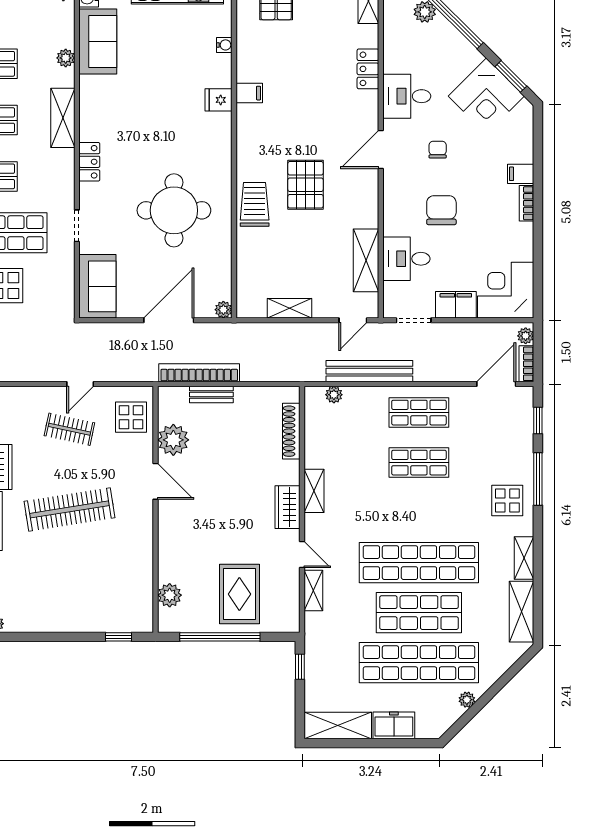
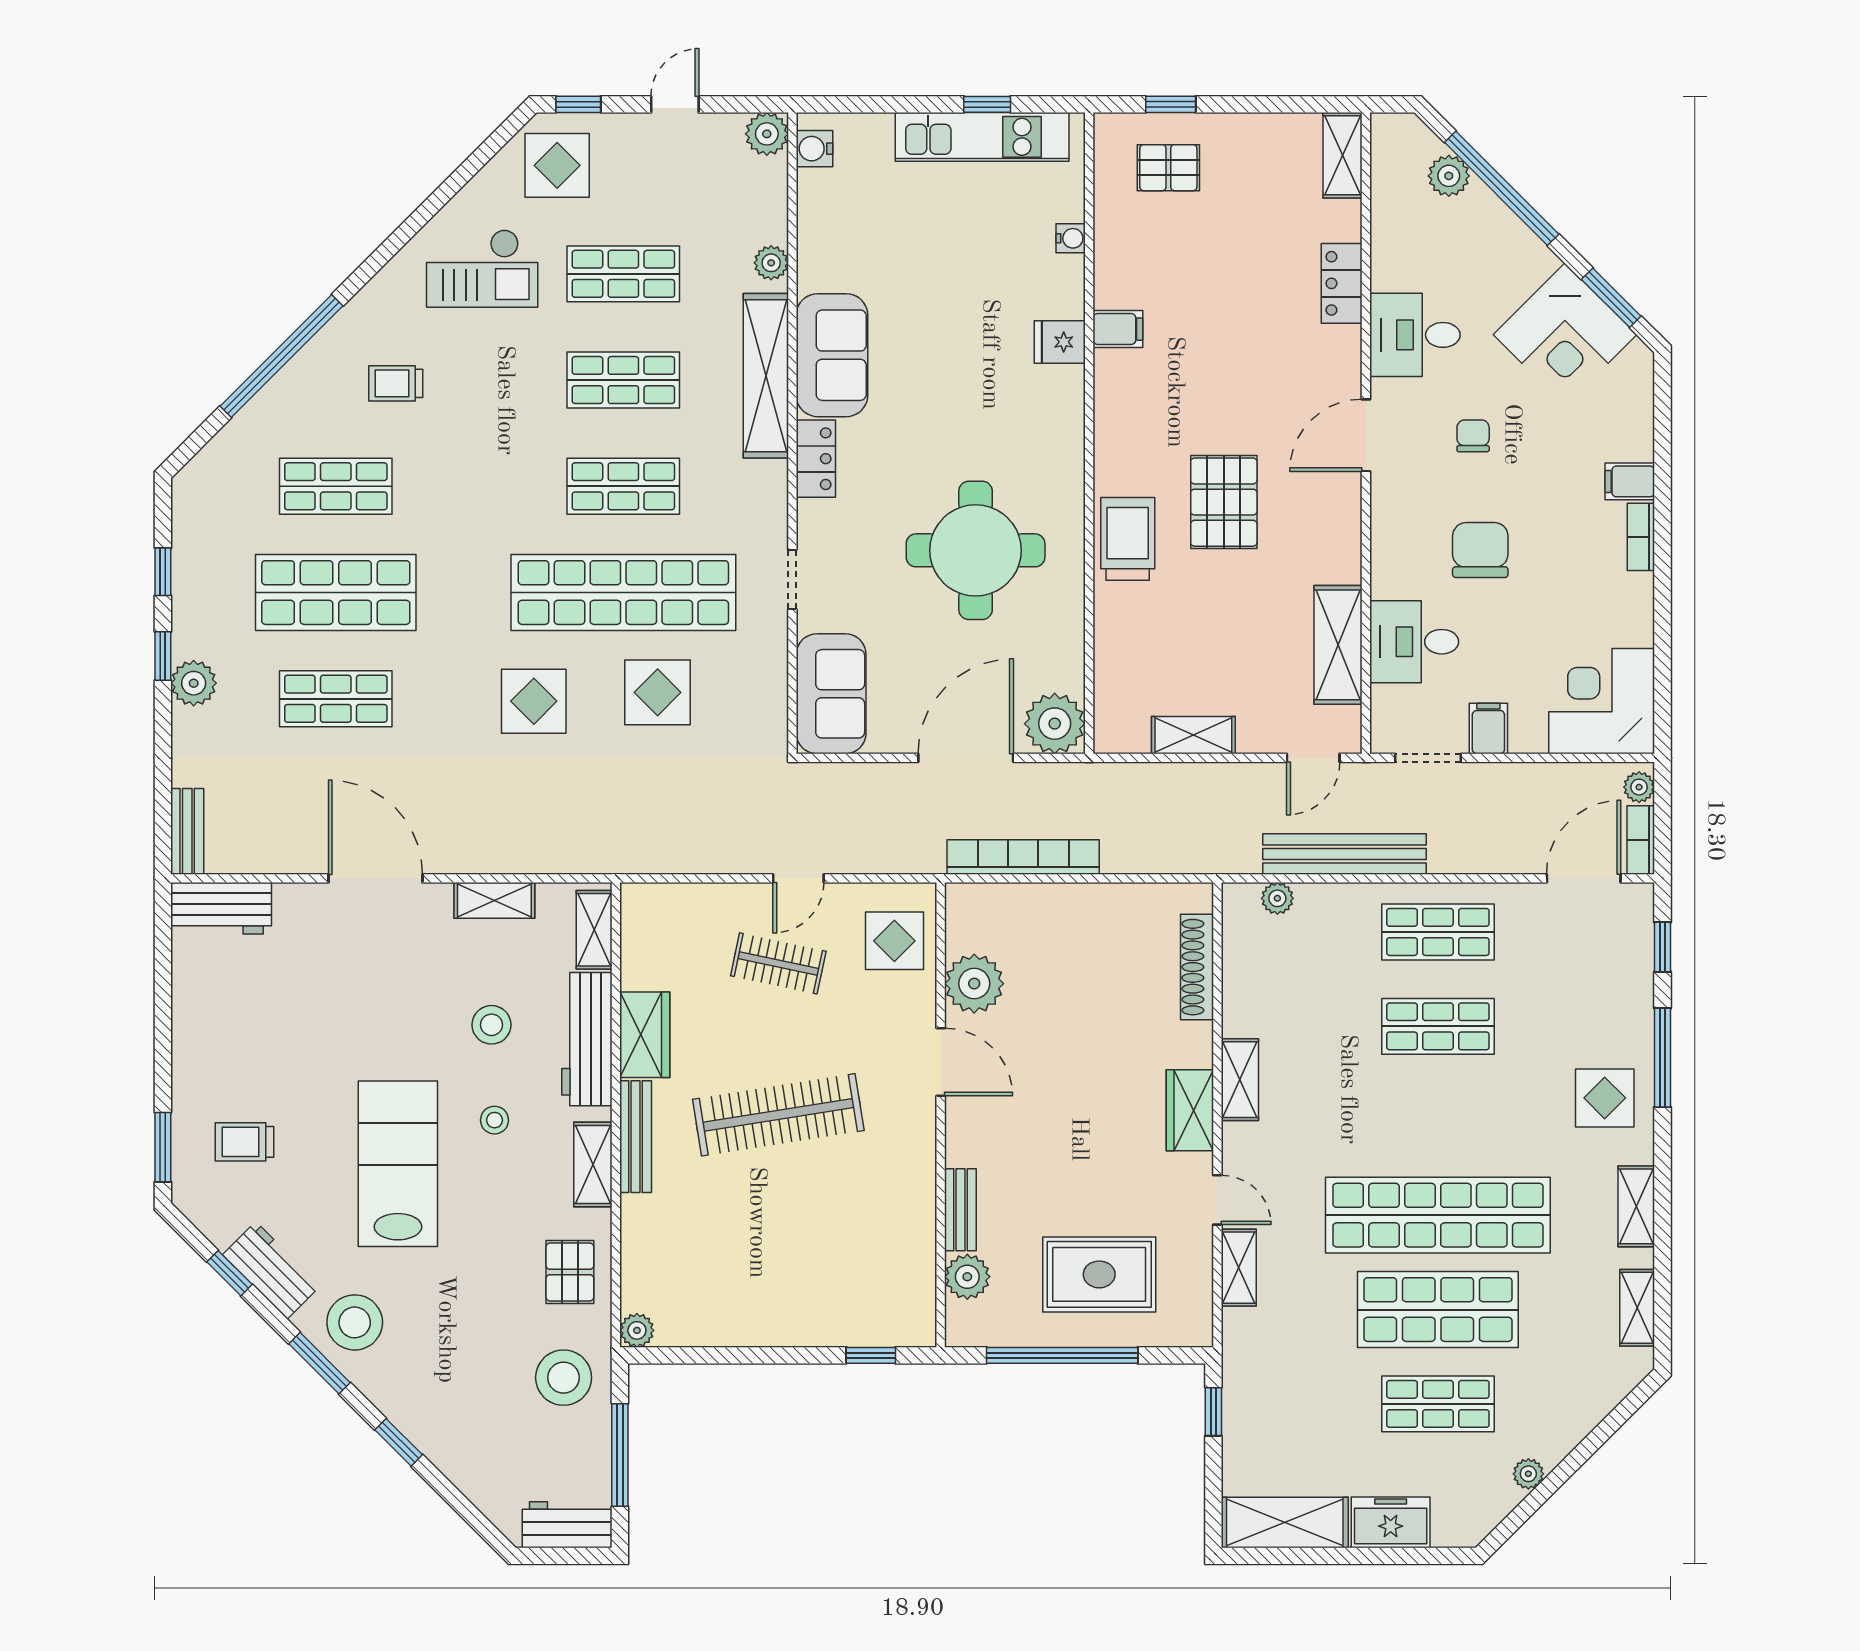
sofa: (98, 41) -> (832, 355), moved
shelving: (63, 118) -> (766, 376), width x1.47
filing cabinet: (456, 305) -> (1488, 729), width x0.50
plant: (223, 310) -> (1055, 724), width x1.88, depth x1.88
bench: (211, 395) -> (960, 1210), moved, turned 90
rug: (239, 594) -> (1099, 1274), turned 90
shelving: (521, 612) -> (1637, 1308), width x0.67, depth x0.75
shop shelf: (419, 663) -> (1438, 1404), width x0.50, depth x0.74

